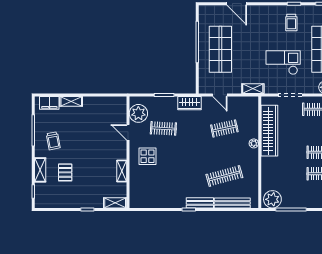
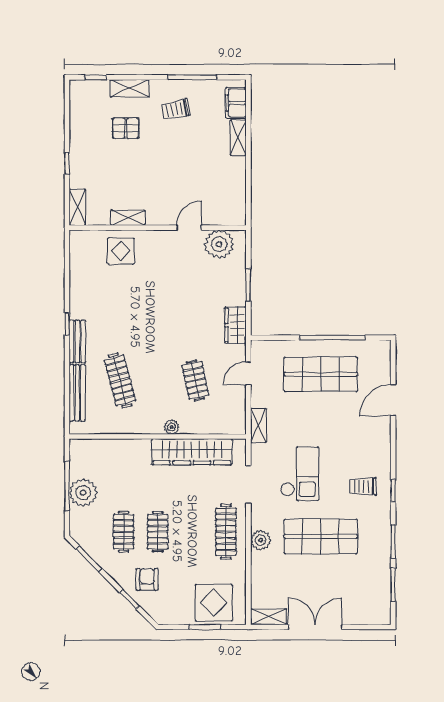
clothes rail: (163, 128) -> (195, 284), removed
display table: (147, 156) -> (121, 251), moved
plant: (272, 199) -> (83, 493), moved

